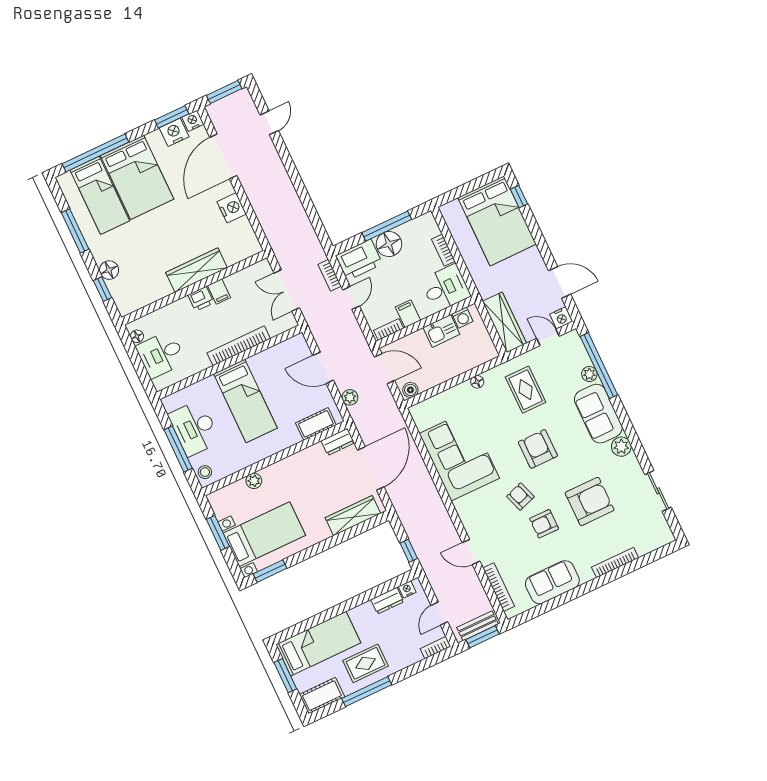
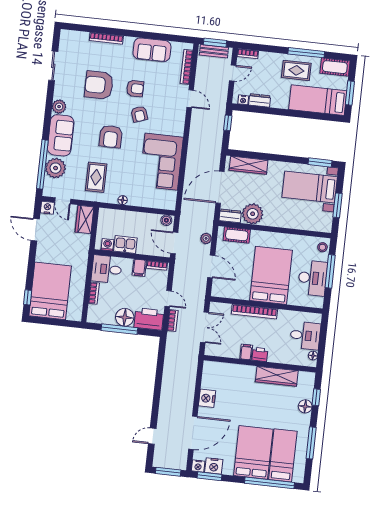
wardrobe: (196, 270) -> (277, 376), moved
door: (351, 298) -> (168, 299), swing flipped
wardrobe: (504, 322) -> (84, 219), width x0.67
plant: (589, 374) -> (56, 168), width x1.88, depth x1.88
bed: (245, 401) -> (271, 275), width x1.50
plant: (254, 481) -> (253, 214), moved, width x1.88, depth x1.88

